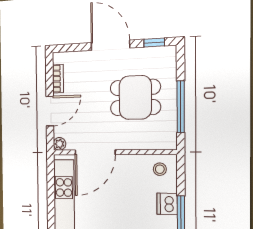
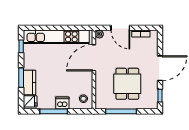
door: (95, 152) -> (94, 58), hinge flipped

